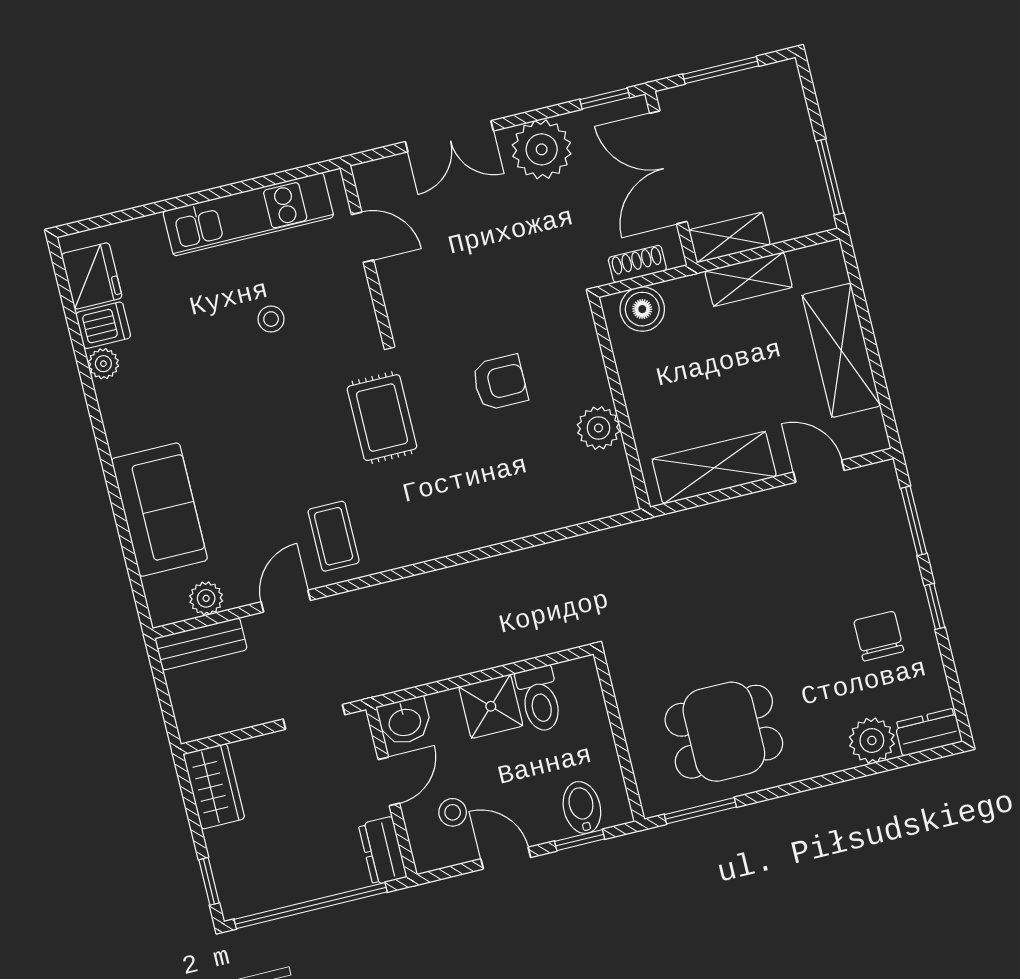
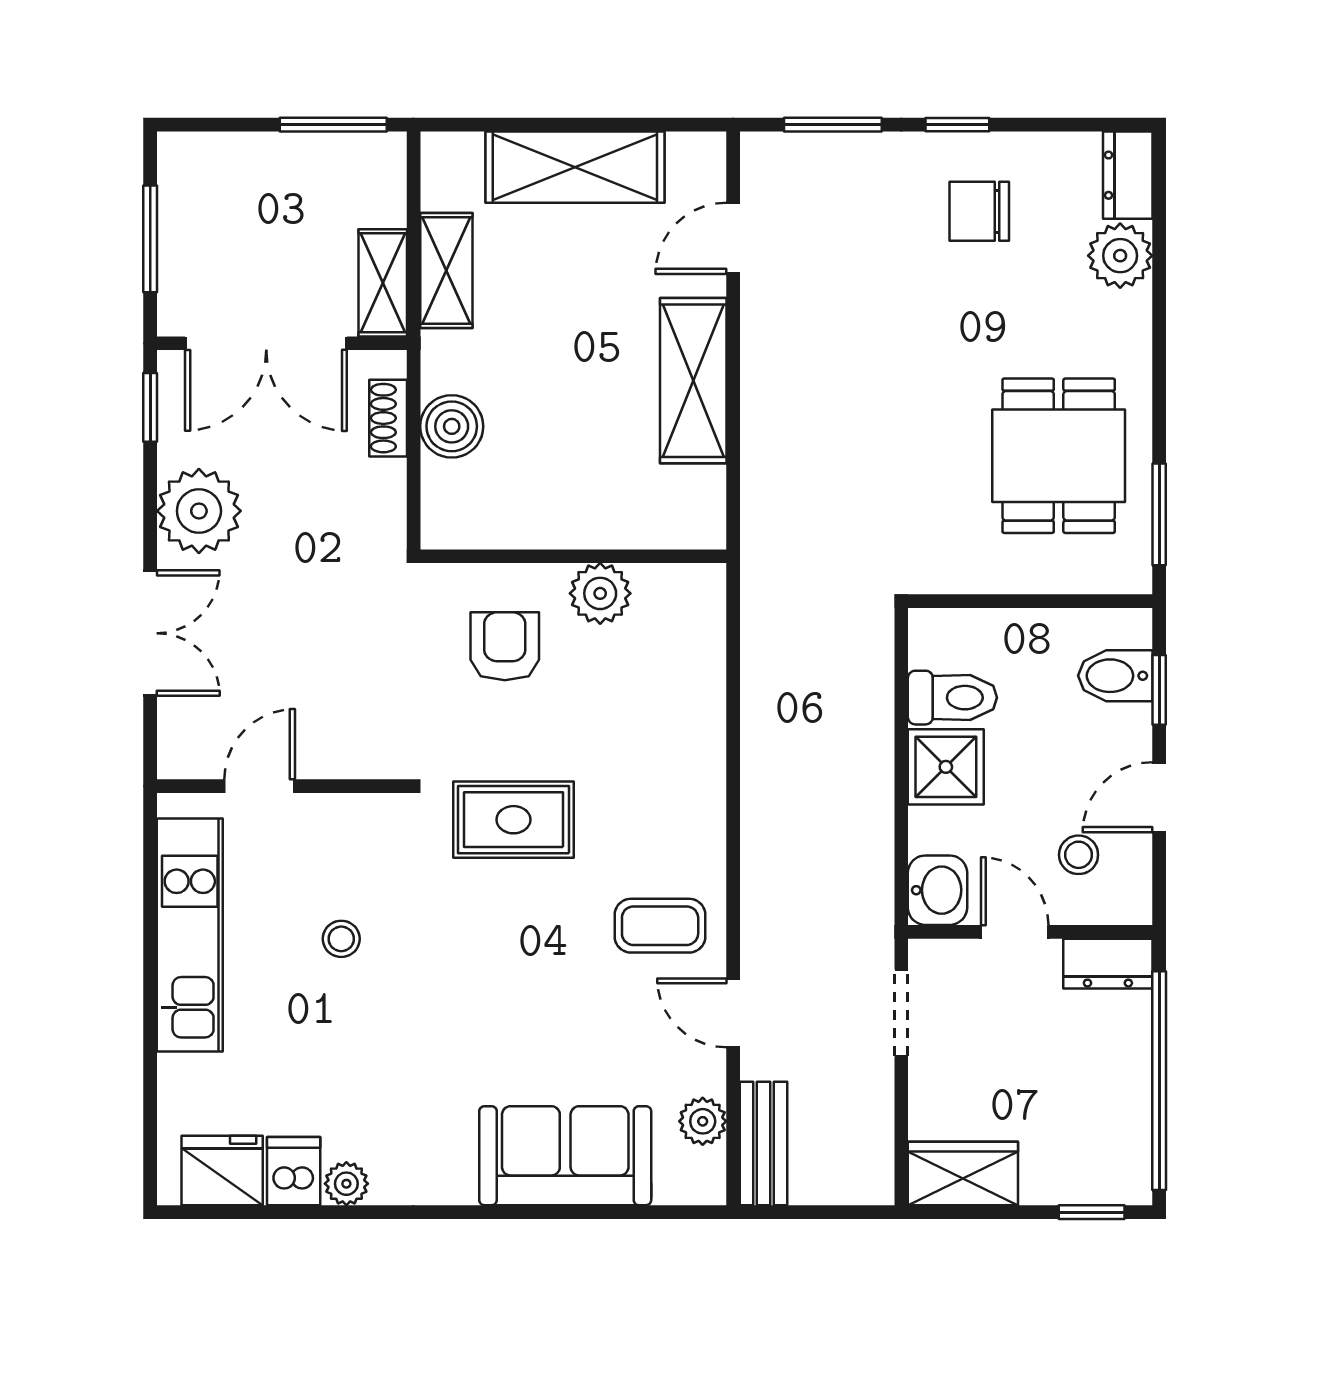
wall: (620, 403) -> (573, 556), moved
plant: (598, 428) -> (600, 593), moved

